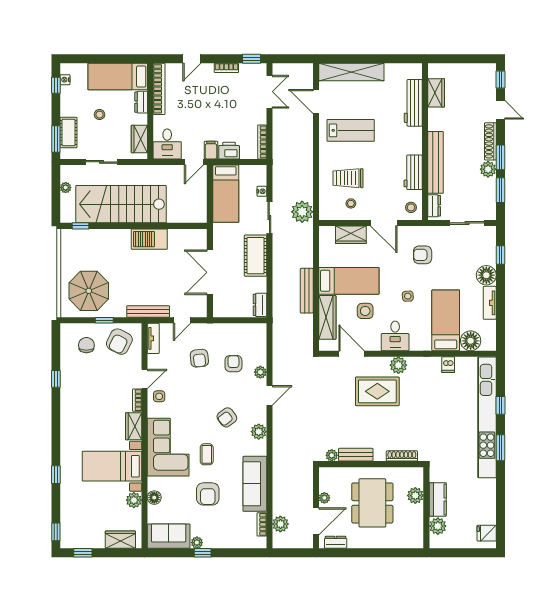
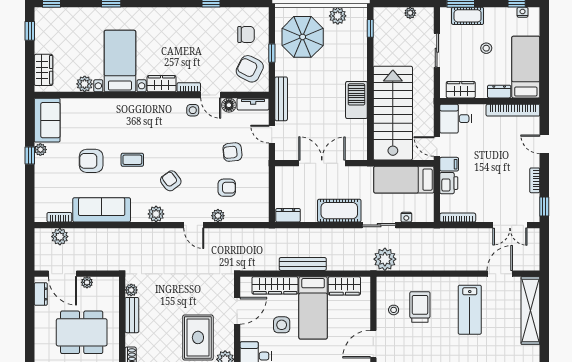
stairs: (121, 204) -> (393, 113), moved
wardrobe: (351, 235) -> (344, 286), moved, turned -90
plant: (68, 257) -> (338, 16), added
corner sofa: (168, 447) -> (140, 120), removed
floor lamp: (154, 498) -> (229, 105), moved

